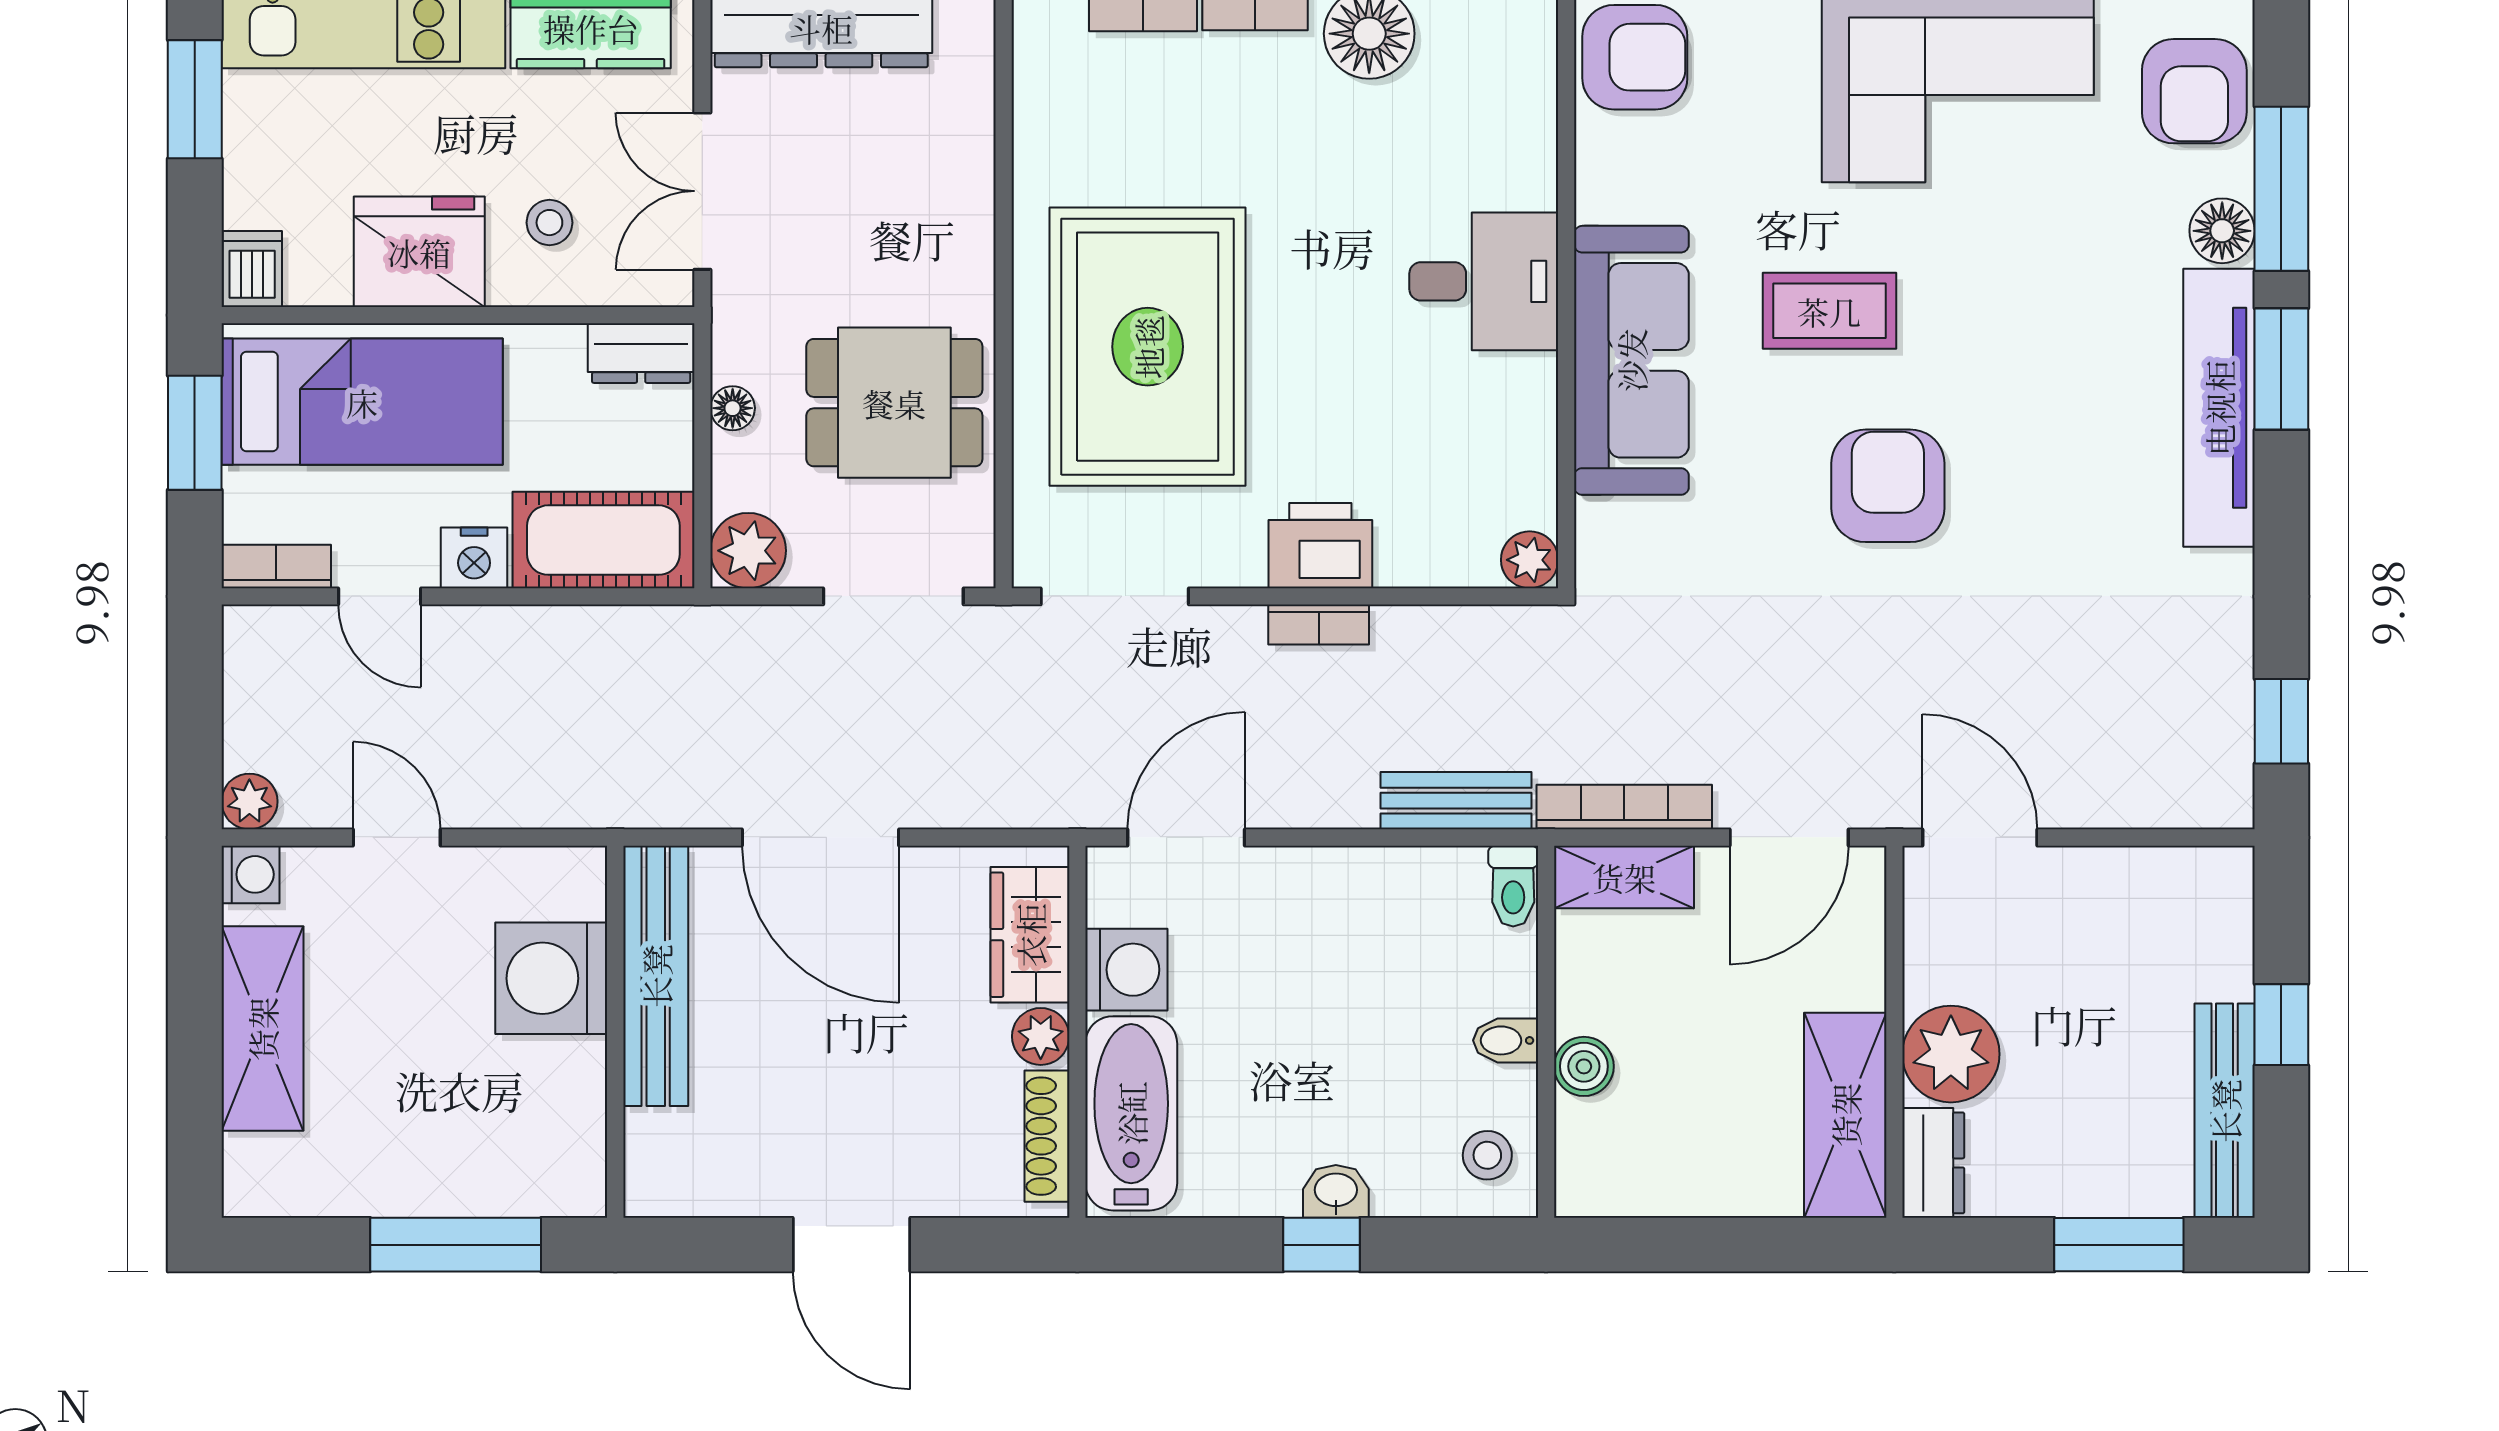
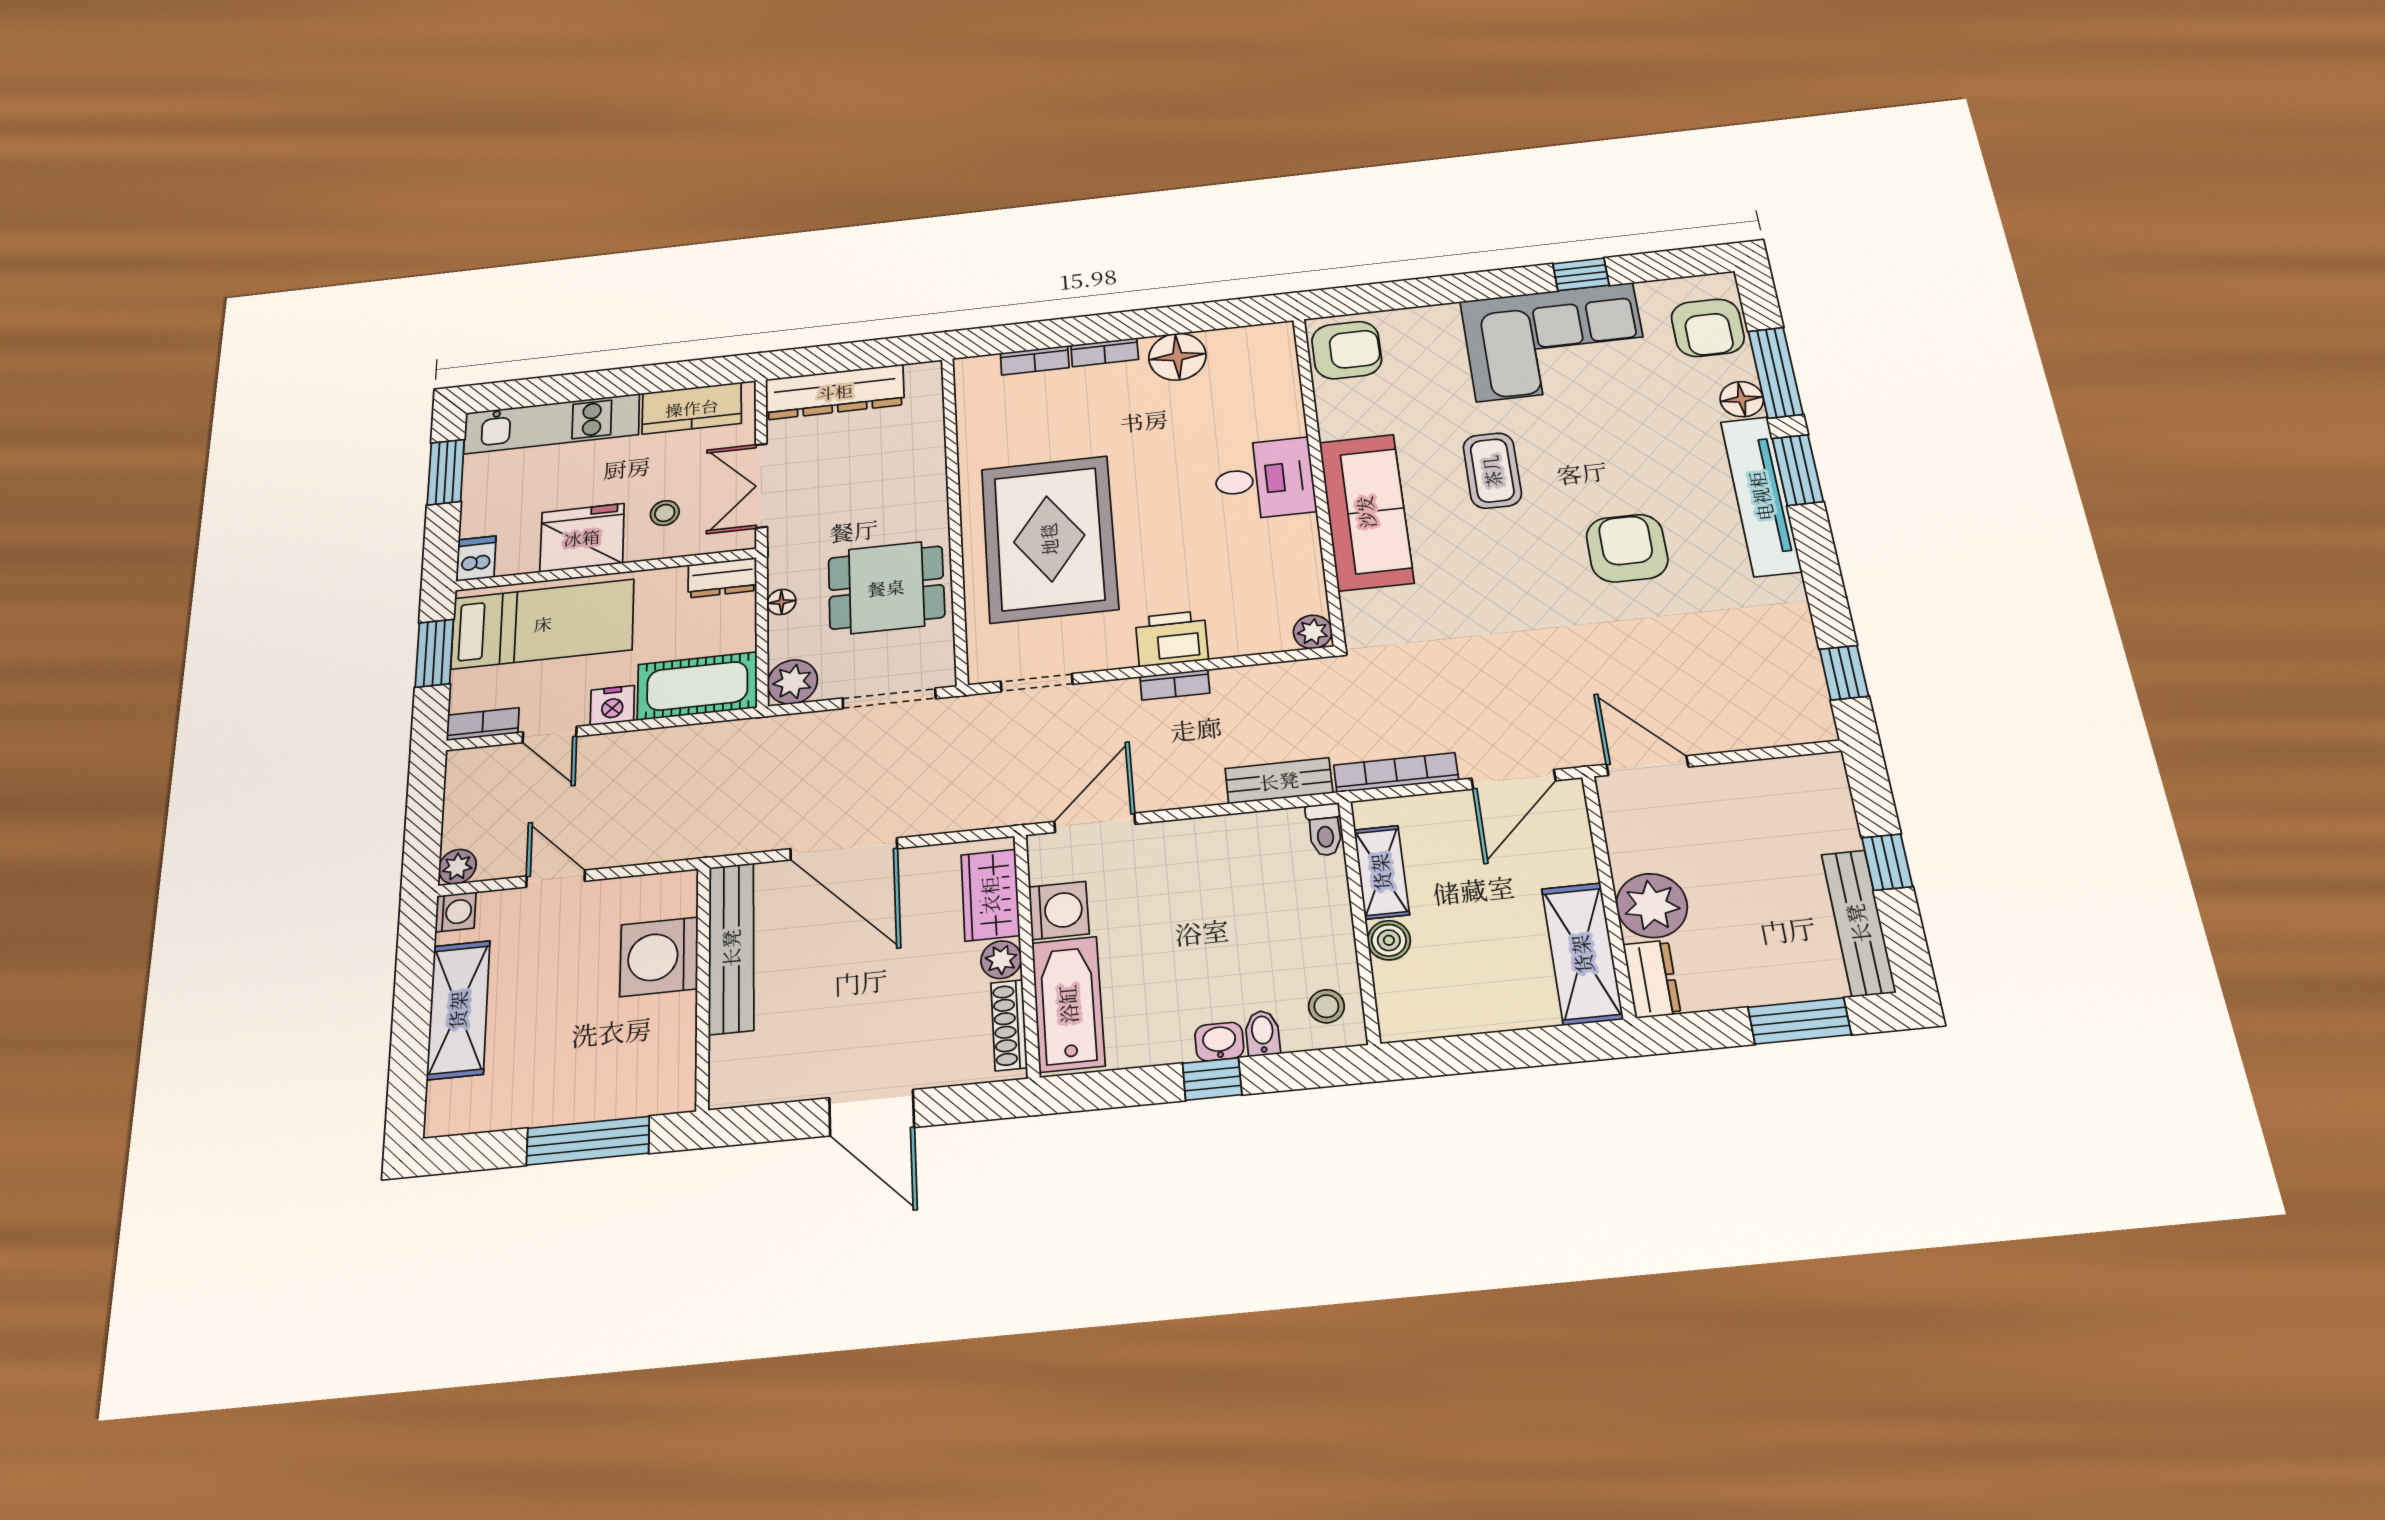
coffee table: (1829, 311) -> (1492, 471), turned 90
armchair: (1888, 486) -> (1627, 548), moved
doorway: (1115, 596) -> (1037, 683), width x0.73
shelving: (1624, 877) -> (1381, 872), moved, turned 90
bidet: (1506, 1040) -> (1263, 1033), moved, turned 90

